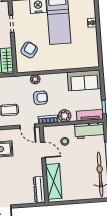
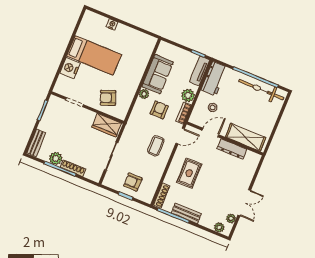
armchair: (29, 50) -> (108, 98), turned -56
plant: (35, 79) -> (144, 94), moved
sofa: (84, 80) -> (158, 74), moved
dresser: (39, 189) -> (232, 149), moved

